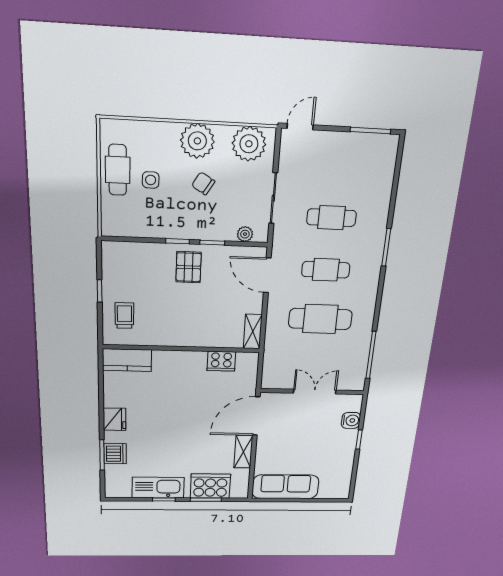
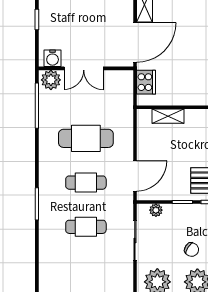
door: (267, 275) -> (135, 176), hinge flipped
shelving: (253, 332) -> (168, 116), moved, turned 90
cooker: (221, 361) -> (146, 82), moved, turned 90
plant: (352, 381) -> (51, 80), added
water cooler: (351, 420) -> (53, 58), moved, turned -90

